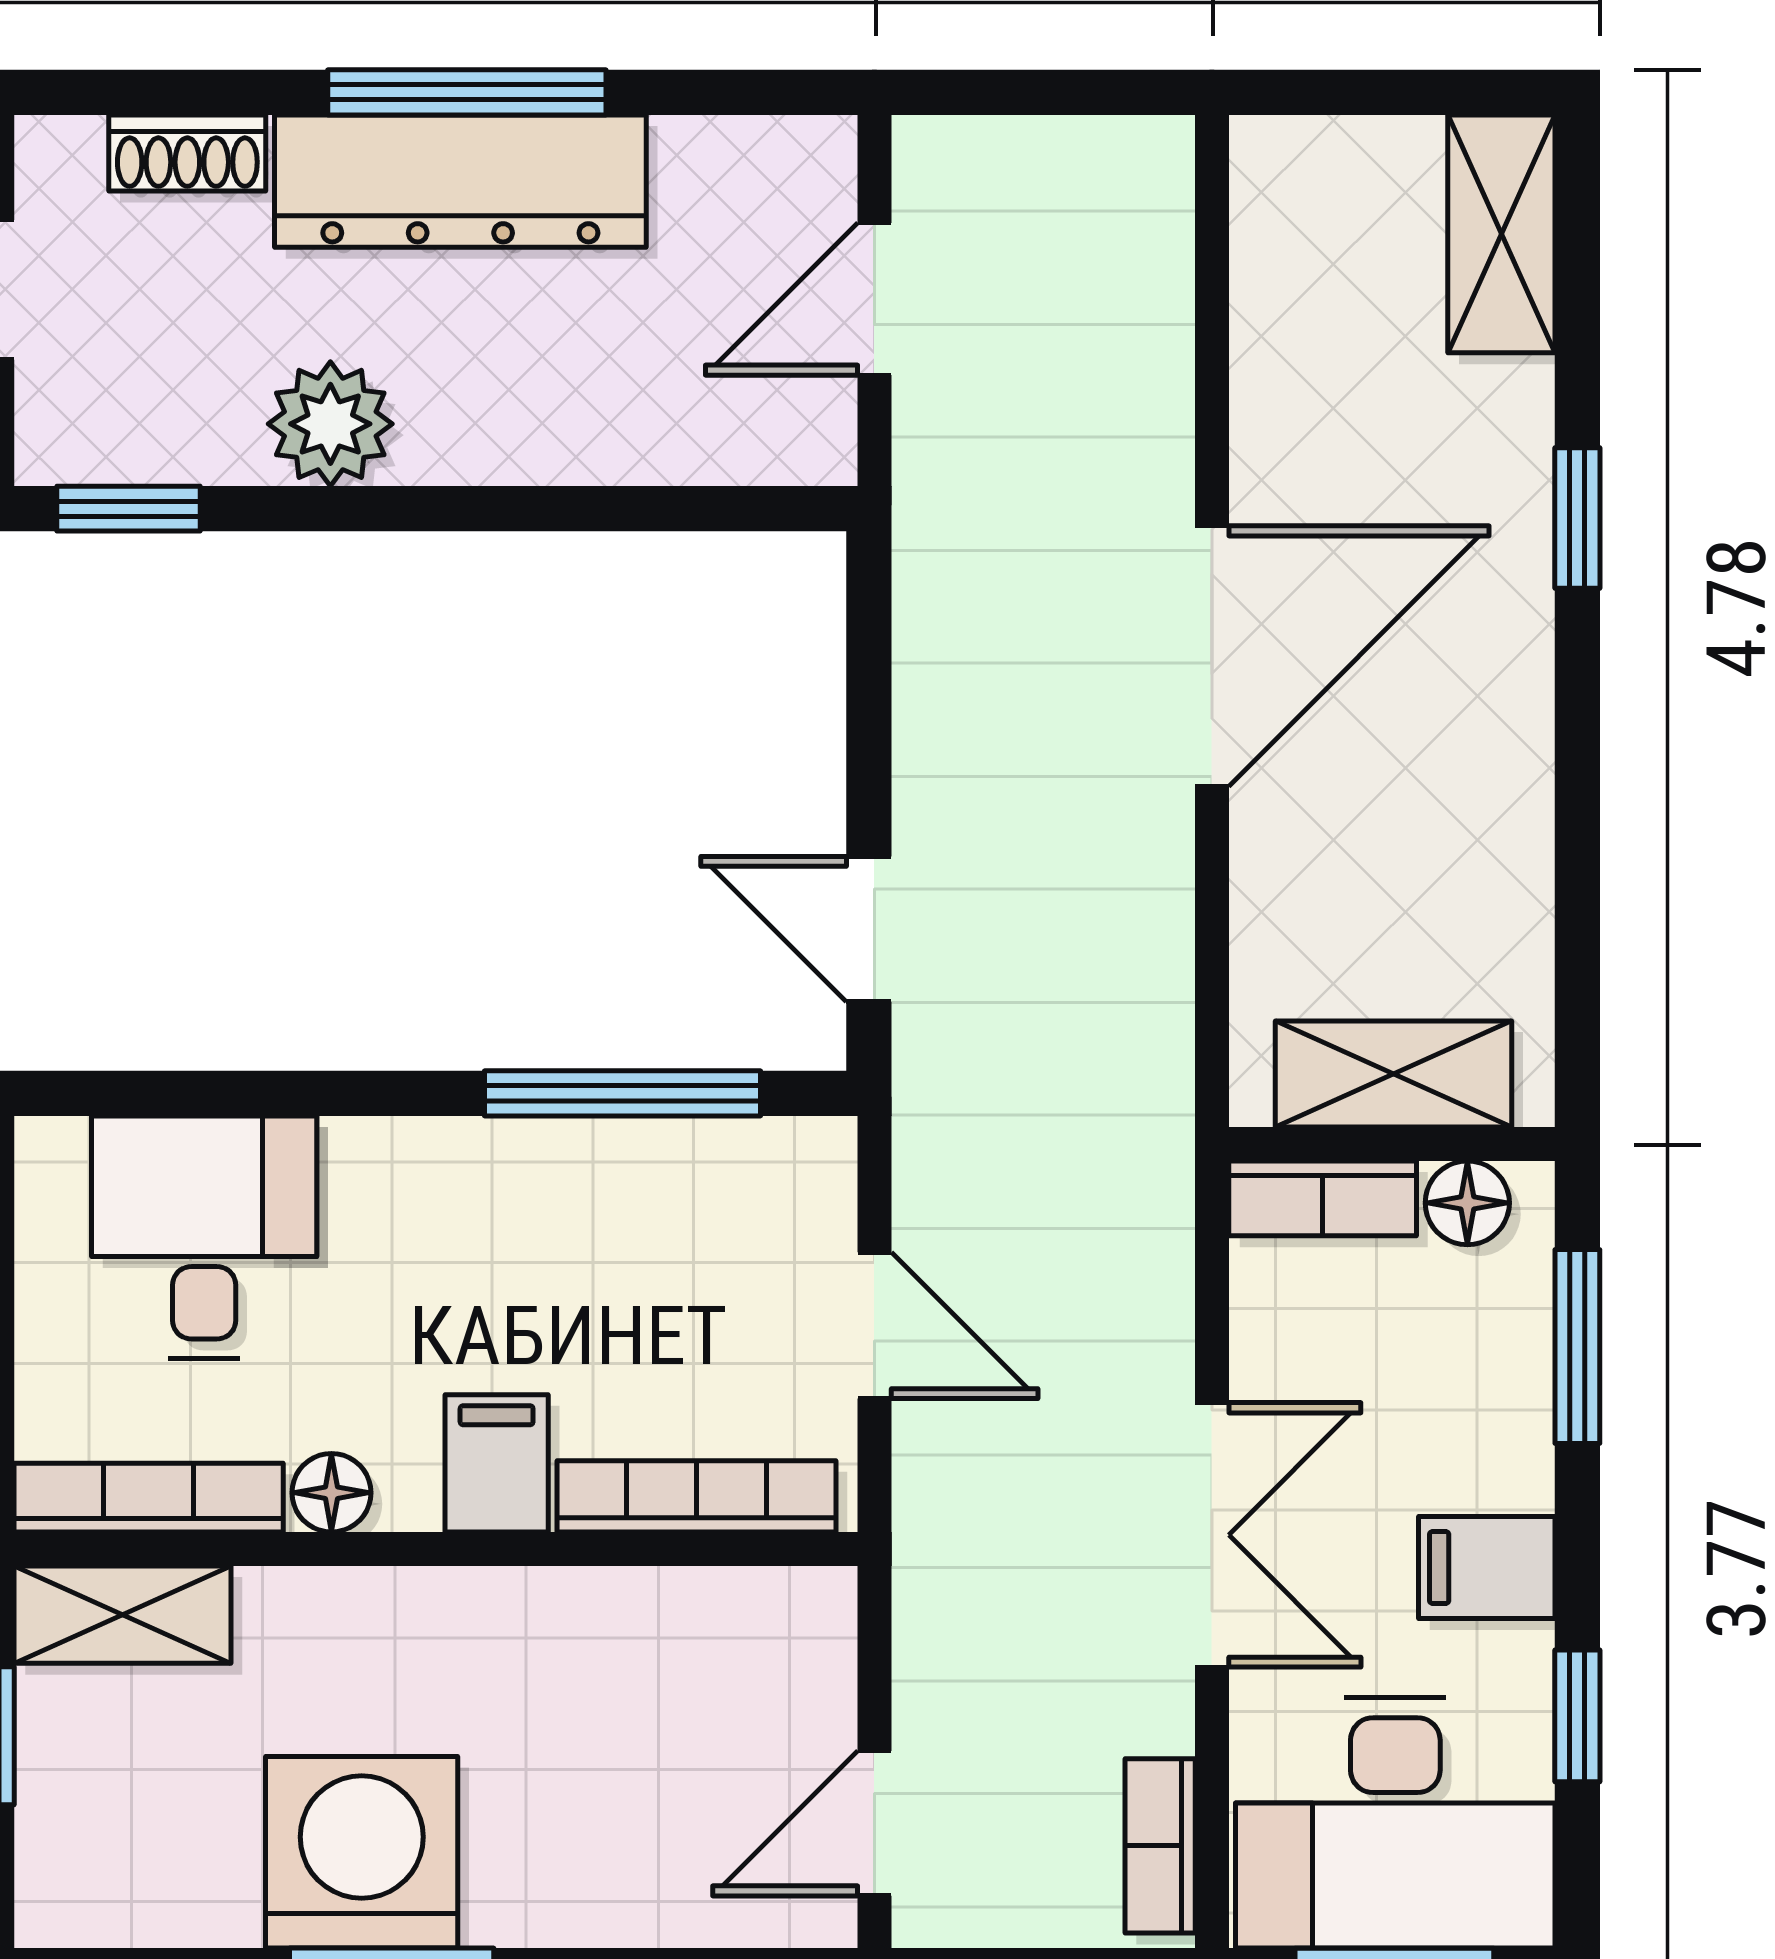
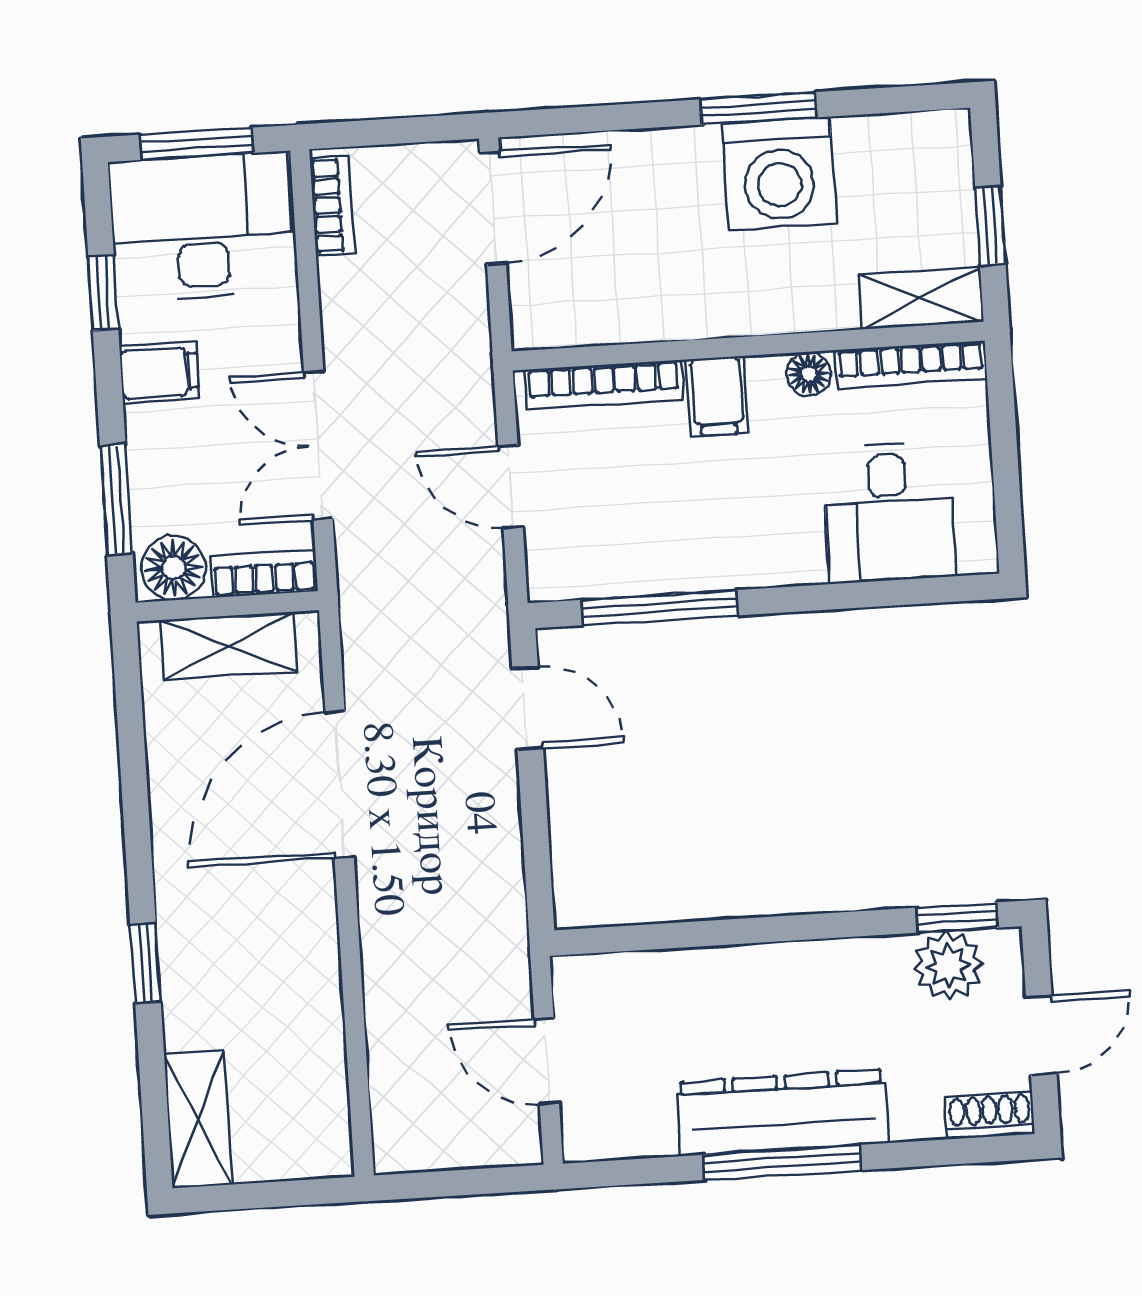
shoe rack: (187, 153) -> (990, 1115), moved
door: (874, 299) -> (547, 1061), swing flipped
plant: (330, 424) -> (948, 966), moved
door: (1212, 656) -> (340, 784), moved
floor lamp: (1467, 1203) -> (174, 568), width x1.37, depth x1.37
double door: (1212, 1535) -> (318, 446), moved
door: (874, 1823) -> (493, 208), width x1.37

